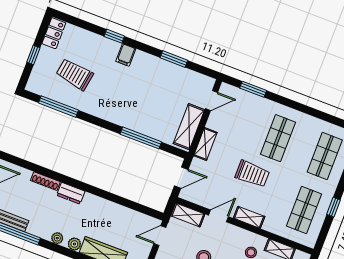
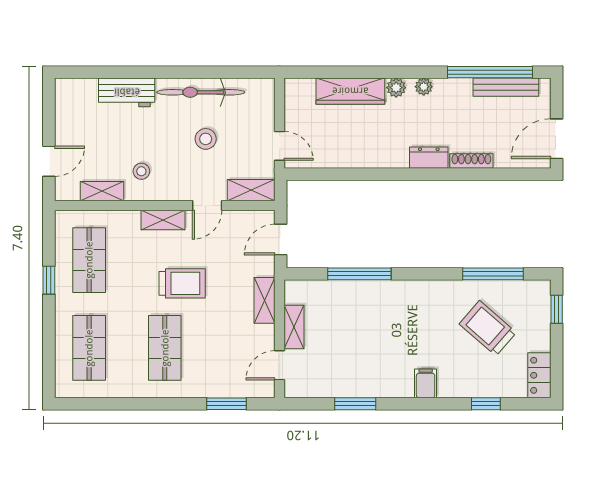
window: (114, 36) -> (486, 404), moved
window: (33, 55) -> (557, 309), moved
trolley: (75, 74) -> (488, 328), turned -148
shelving: (189, 127) -> (294, 327), width x0.67, depth x0.75
trolley: (252, 174) -> (182, 283), turned 180
door: (160, 236) -> (280, 146), hinge flipped

